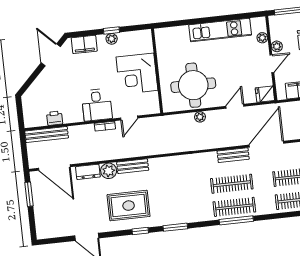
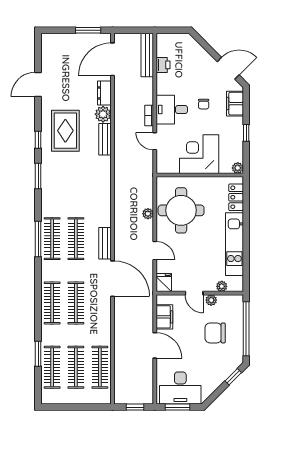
locker: (175, 33) -> (236, 197), added
plant: (112, 39) -> (238, 168), moved
chair: (88, 75) -> (204, 104), added

